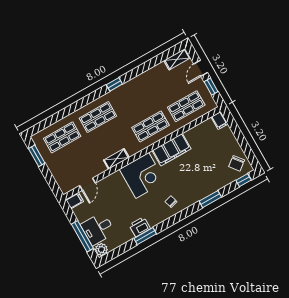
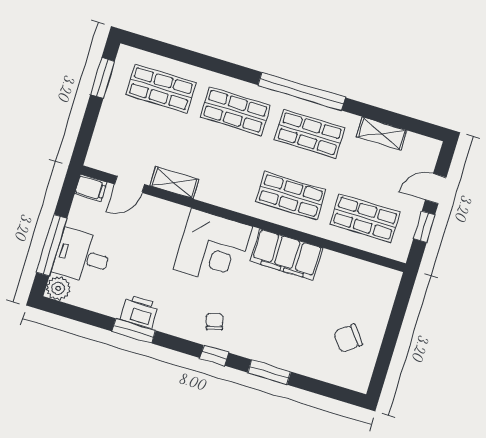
shelving: (177, 59) -> (382, 134), moved
window: (114, 84) -> (302, 91), width x3.17
shop shelf: (134, 97) -> (310, 134), added
filing cabinet: (219, 120) -> (389, 282), removed
shelving: (116, 159) -> (174, 183), moved
chair: (237, 163) -> (348, 338), moved
window: (244, 180) -> (214, 355), moved

